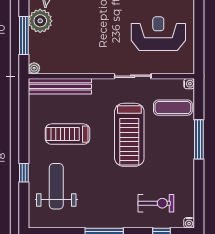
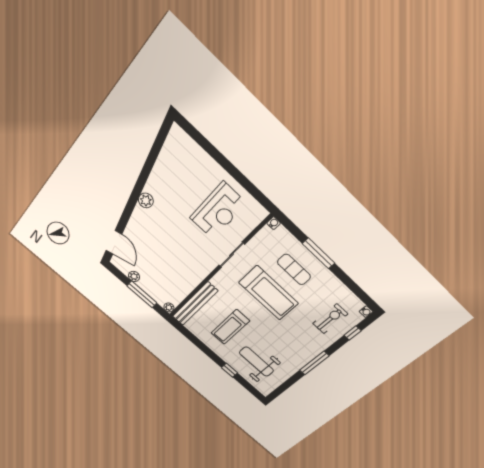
plant: (40, 21) -> (134, 276), width x0.53, depth x0.53
reception desk: (158, 34) -> (218, 211), turned 180
exercise mat: (173, 108) -> (294, 269), moved, turned 90

